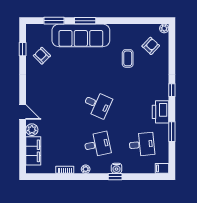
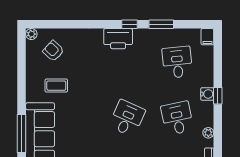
window: (85, 21) -> (22, 133), width x1.44
coffee table: (128, 58) -> (56, 86), moved
window: (172, 90) -> (130, 24), moved
printer: (161, 112) -> (118, 39), moved

